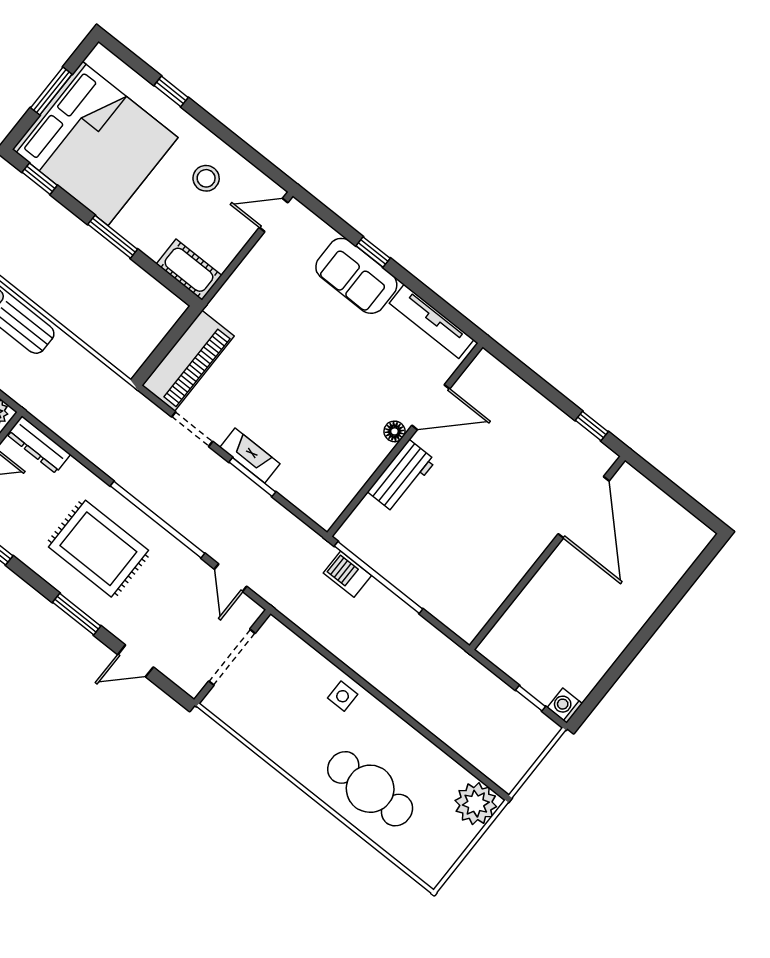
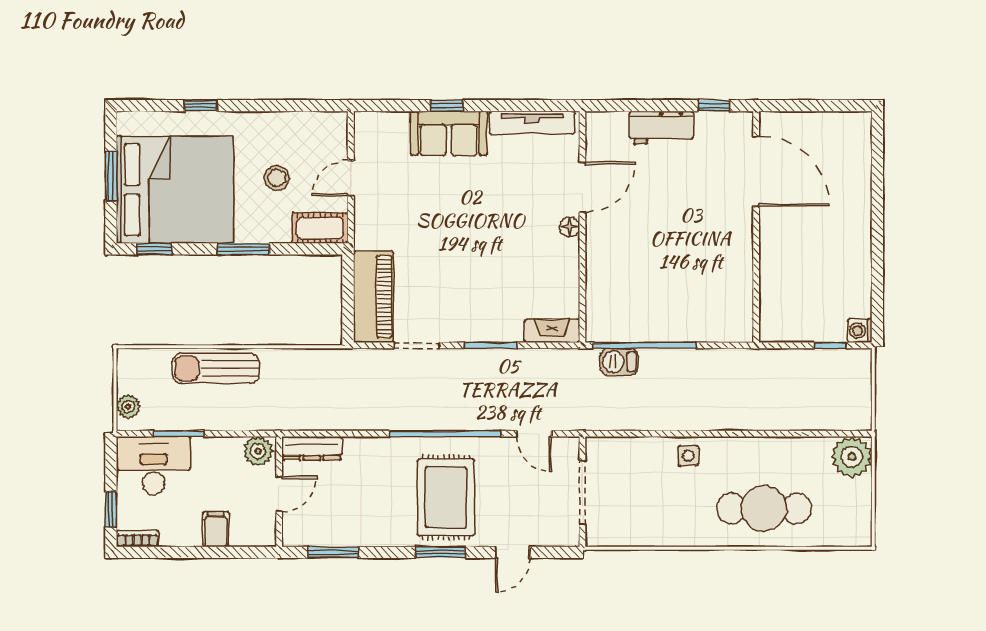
stool: (206, 178) -> (277, 178), moved
door: (274, 215) -> (351, 178), moved
fireplace: (250, 456) -> (552, 331), moved
workbench: (402, 476) -> (661, 128), moved, turned 90
rug: (98, 549) -> (446, 497), moved, turned 90

